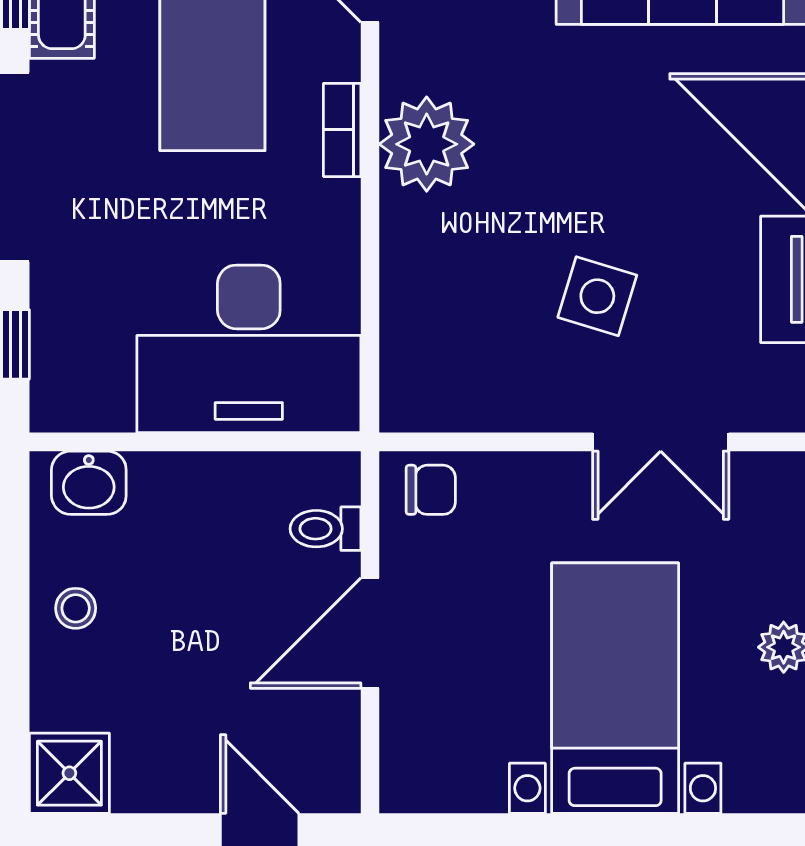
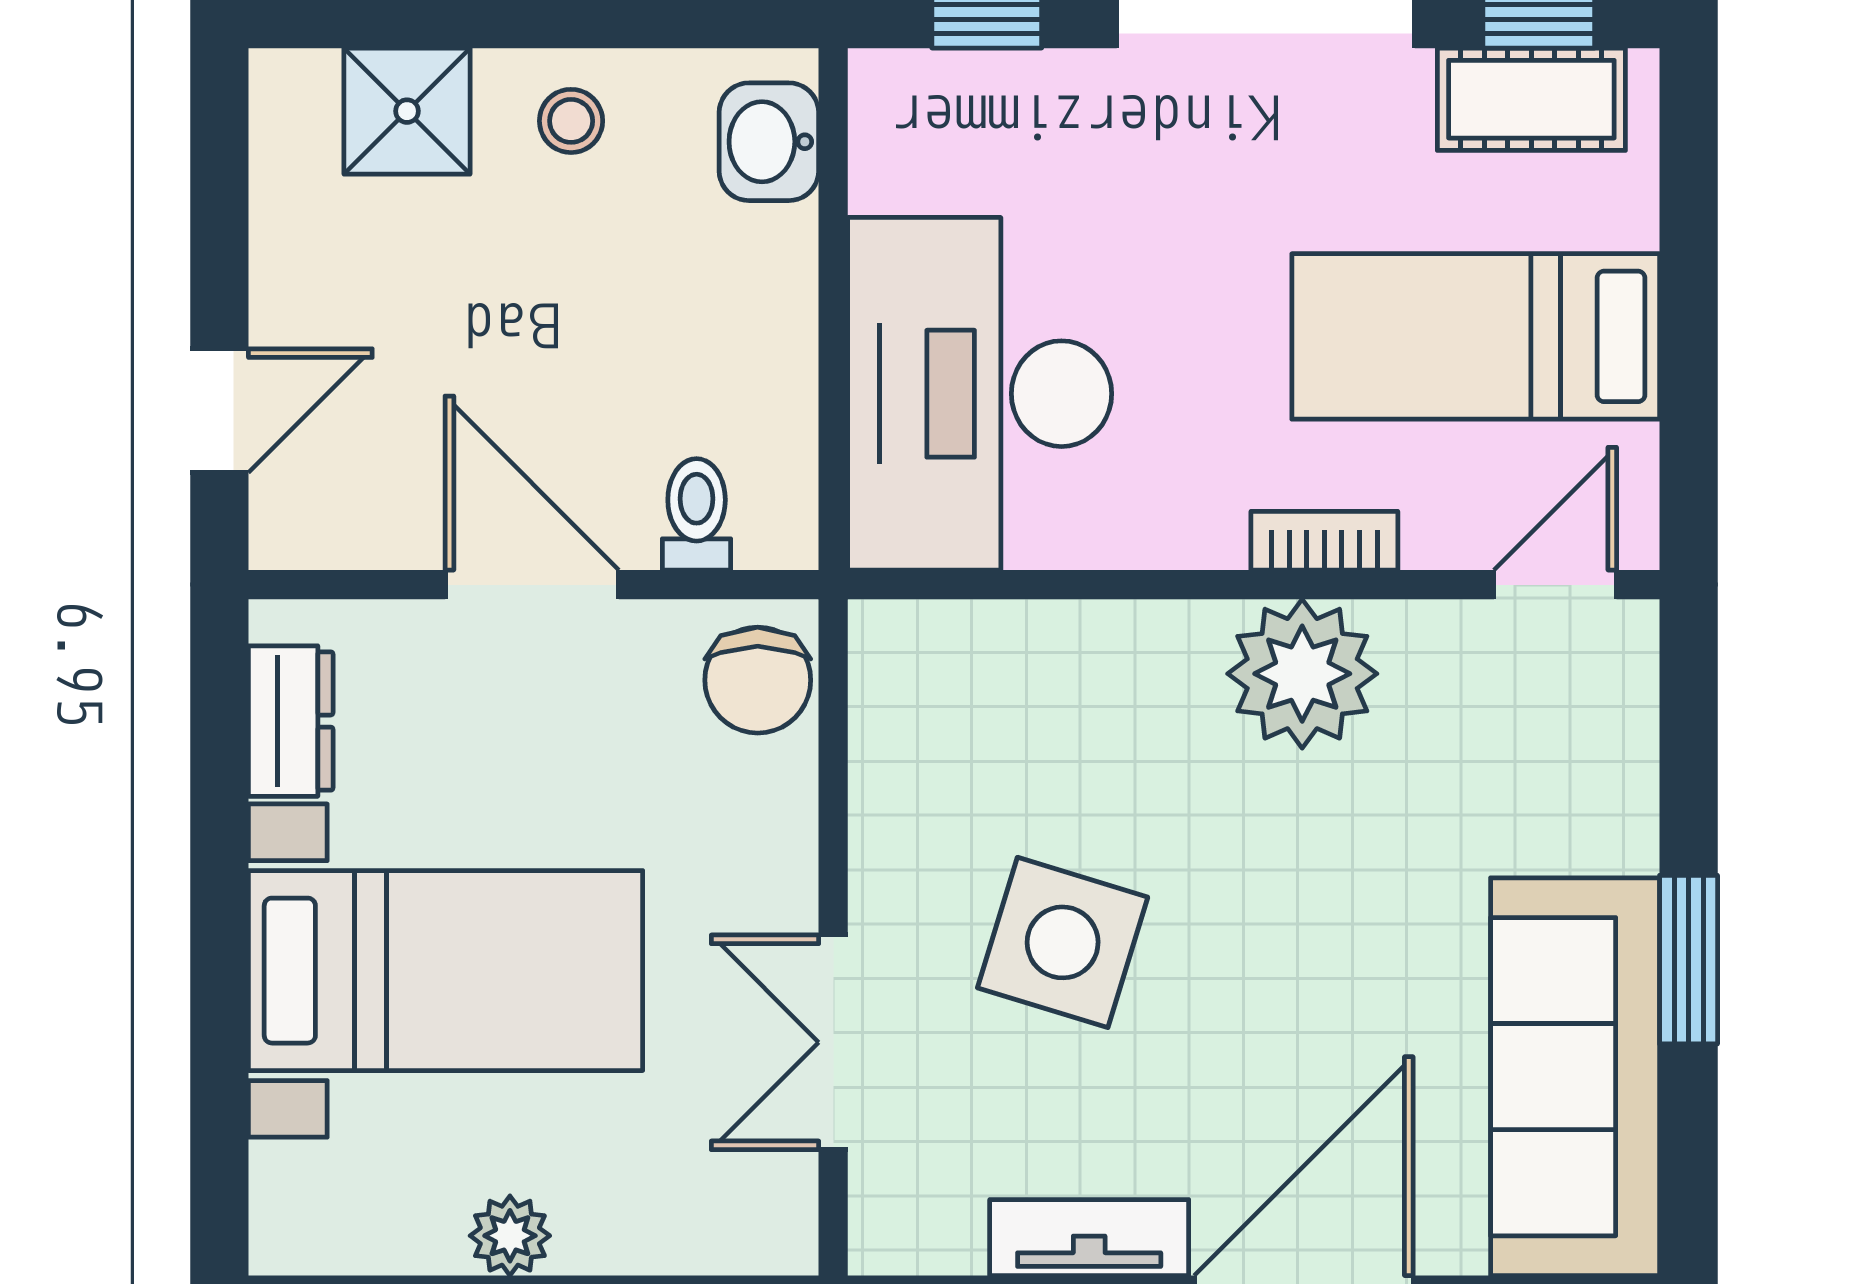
side table: (597, 296) -> (1063, 942), width x1.37, depth x1.37
chair: (431, 490) -> (758, 680), width x1.37, depth x1.37
shower: (69, 773) -> (407, 111), moved
dresser: (457, 786) -> (291, 721), added

